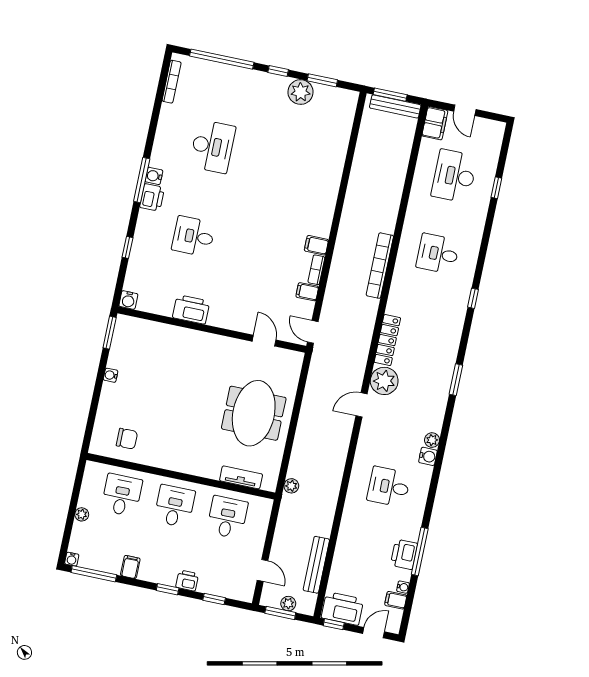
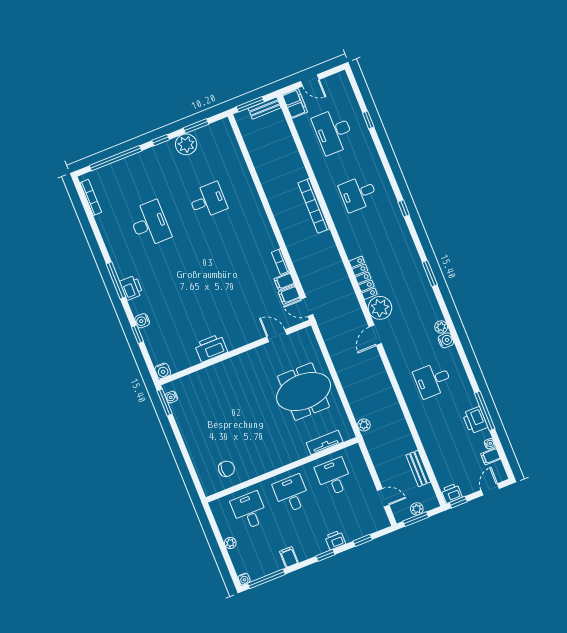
bench: (395, 106) -> (265, 108), width x0.73
water cooler: (154, 176) -> (142, 321), moved
desk: (193, 236) -> (208, 201), moved, turned 180
filing cabinet: (316, 245) -> (289, 295), moved
bookcase: (380, 266) -> (314, 206), moved
water cooler: (111, 375) -> (171, 397), moved
meeting table: (254, 413) -> (304, 392), turned 90
bench: (316, 565) -> (418, 469), width x0.73
printer: (343, 609) -> (452, 493), width x0.53, depth x0.68

